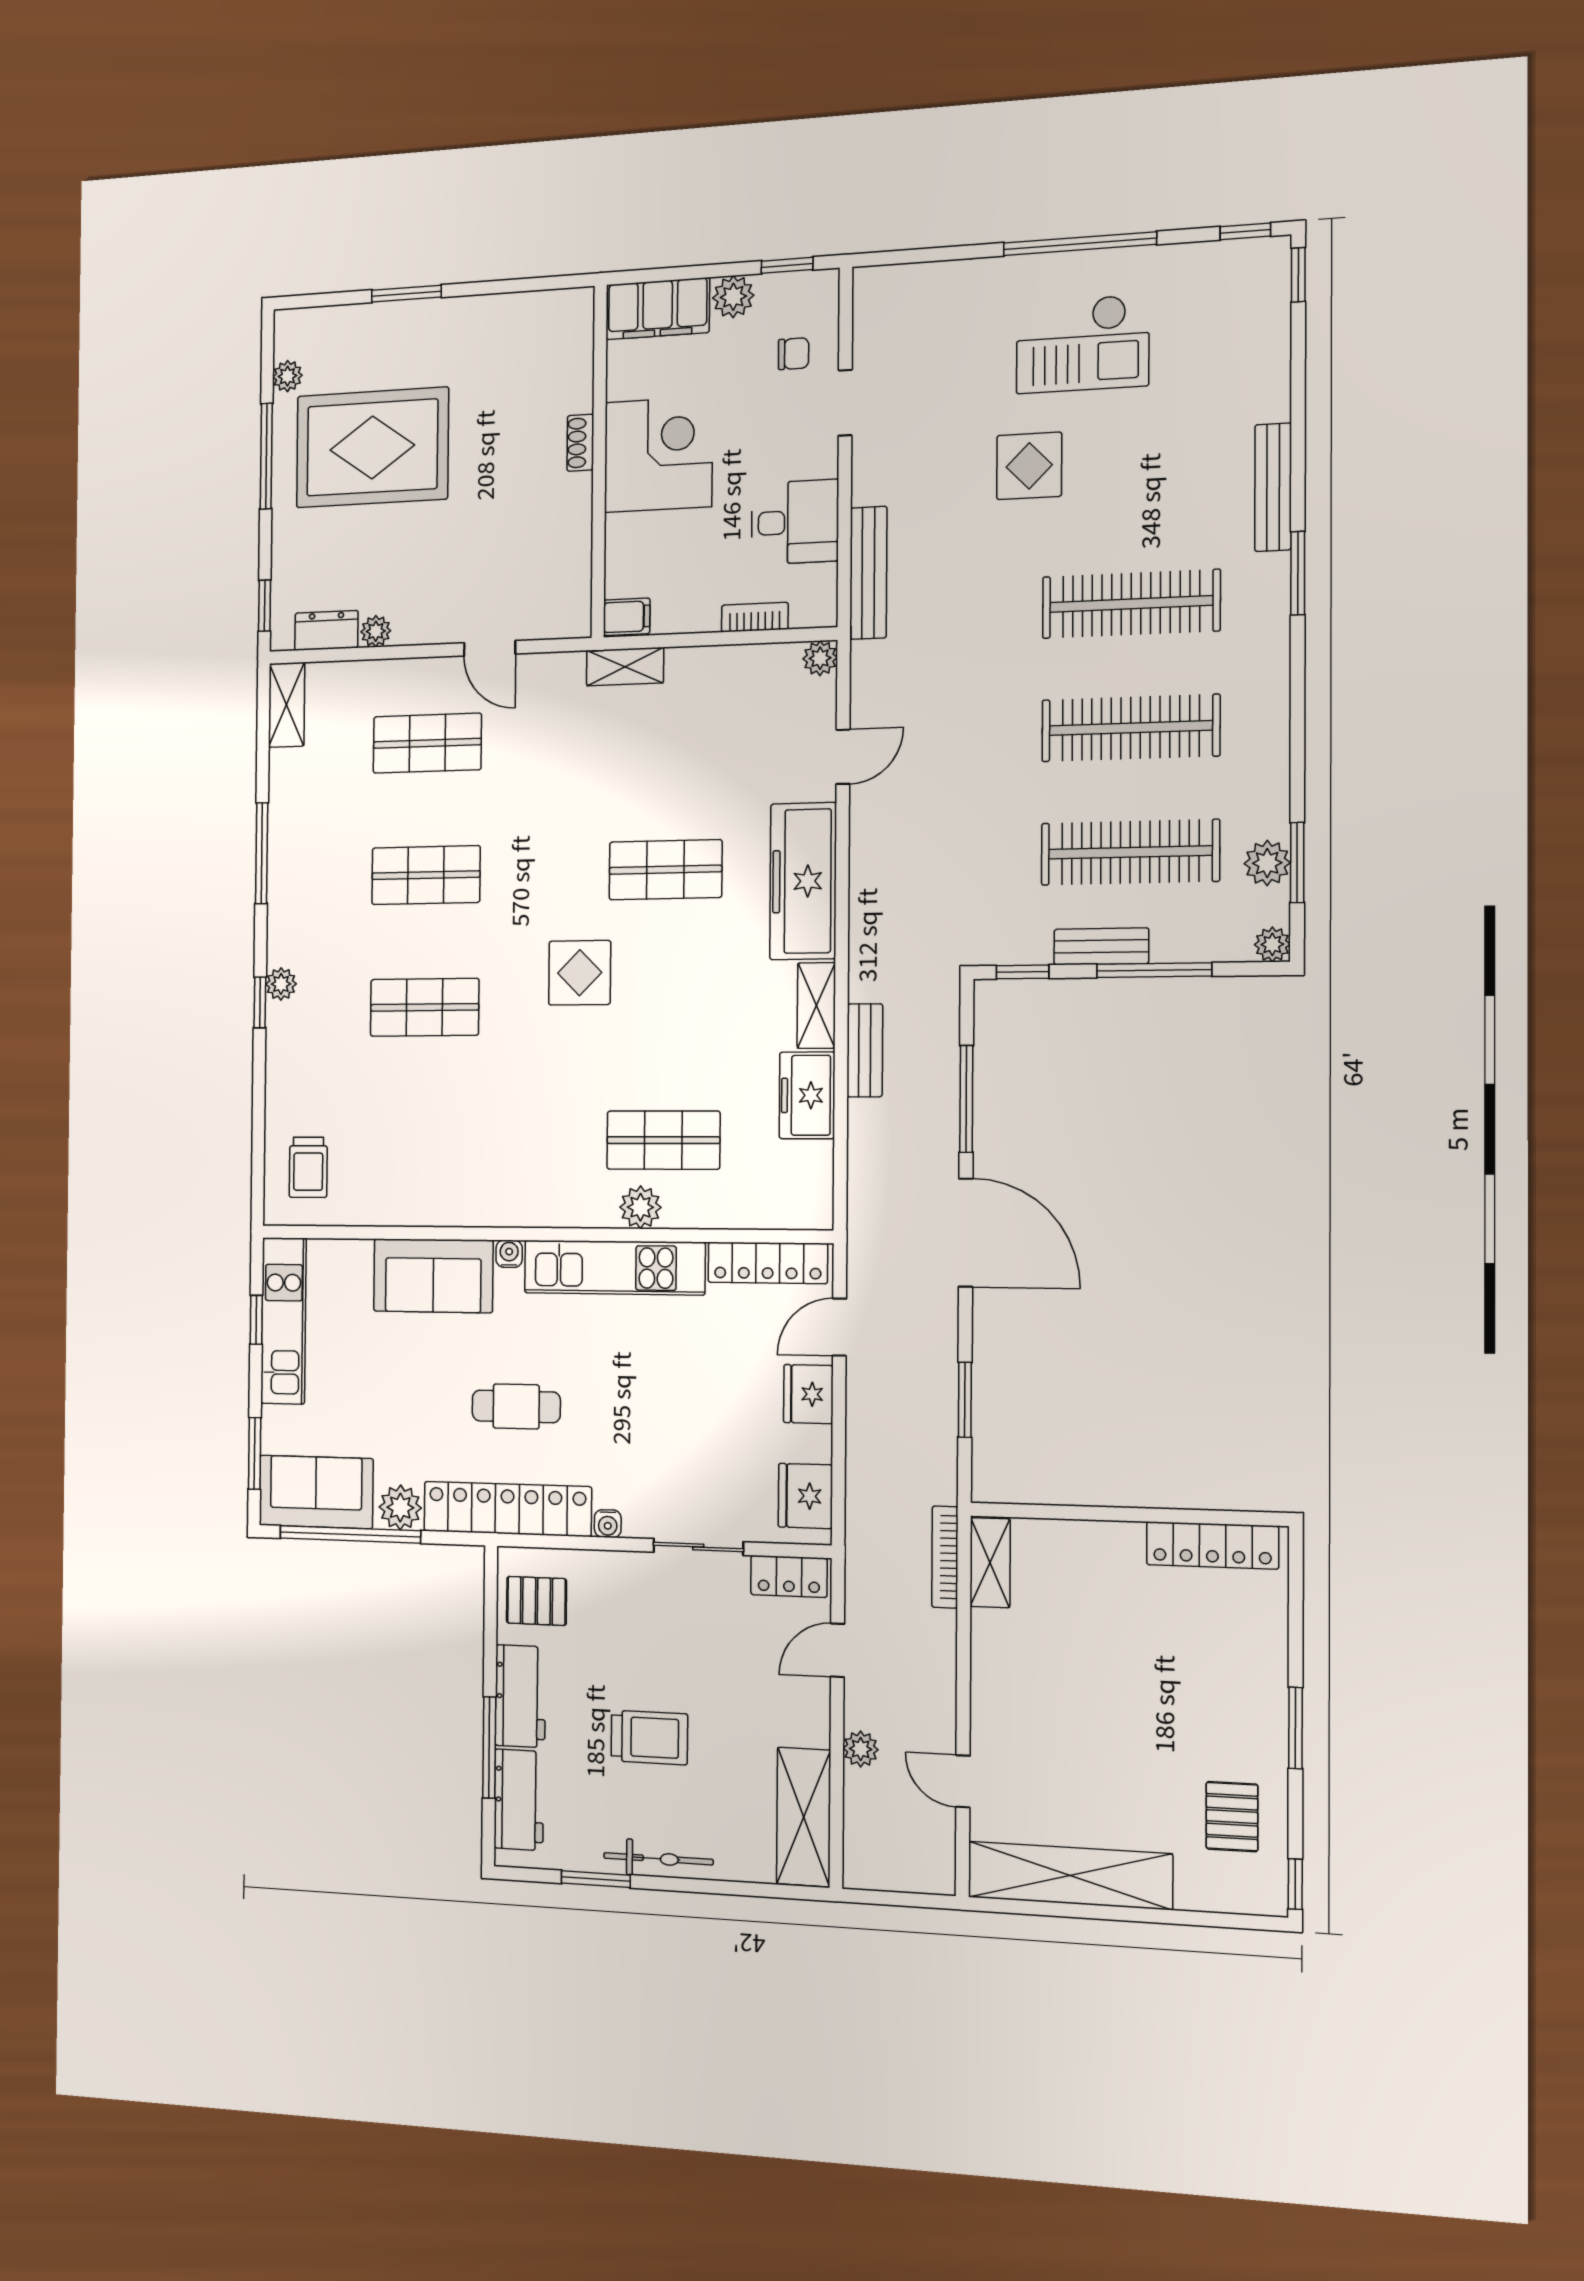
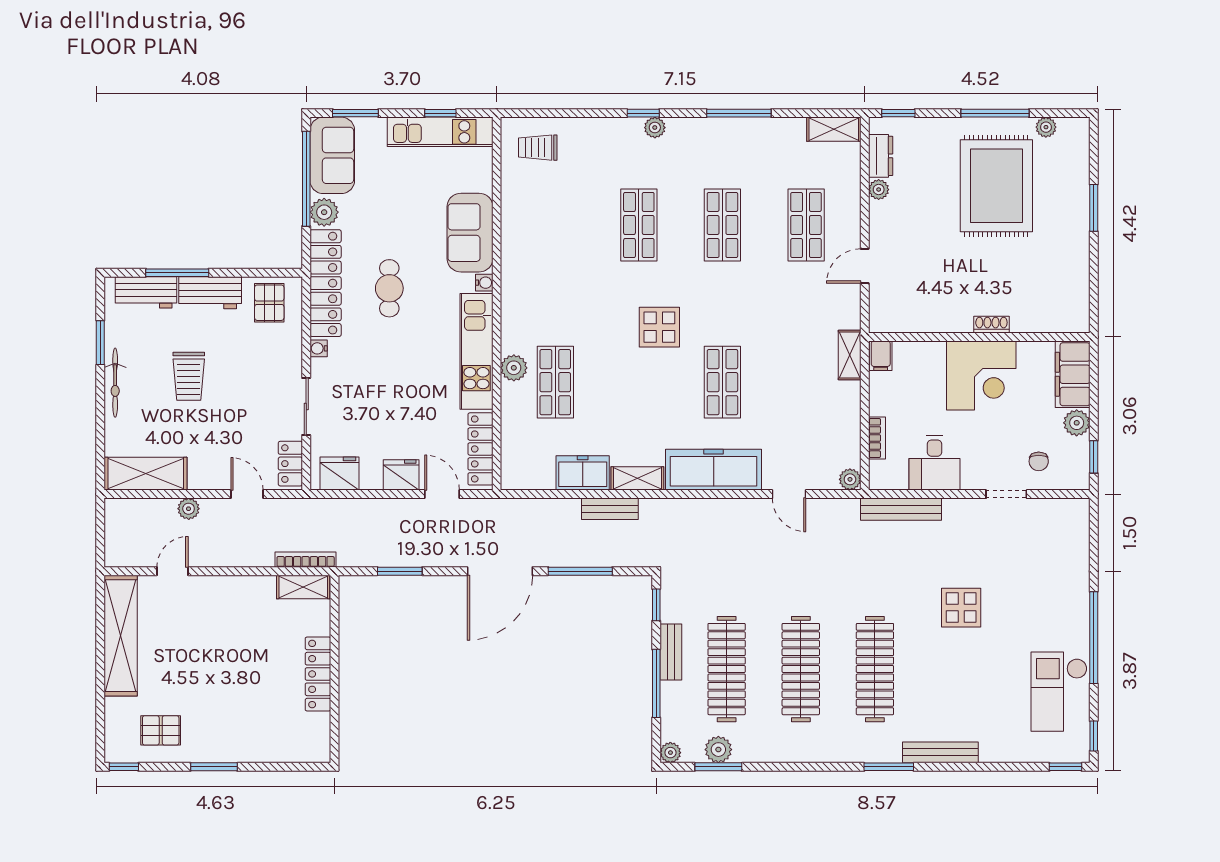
checkout: (1082, 344) -> (1059, 692), moved
locker: (1212, 1545) -> (318, 674), moved

